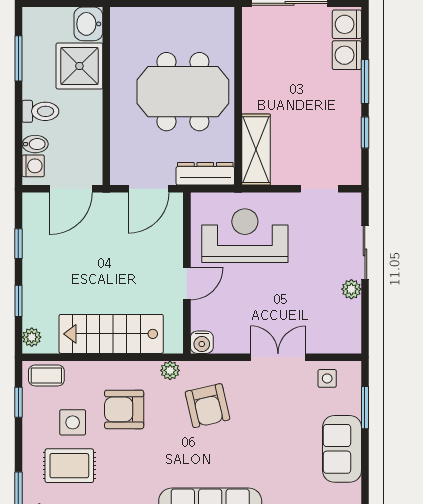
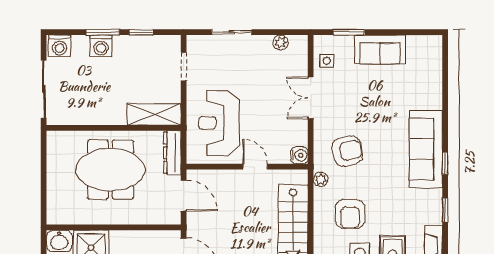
washing machine: (347, 55) -> (101, 46), moved
meeting table: (183, 92) -> (110, 170), turned 90
plant: (351, 289) -> (281, 42), moved

